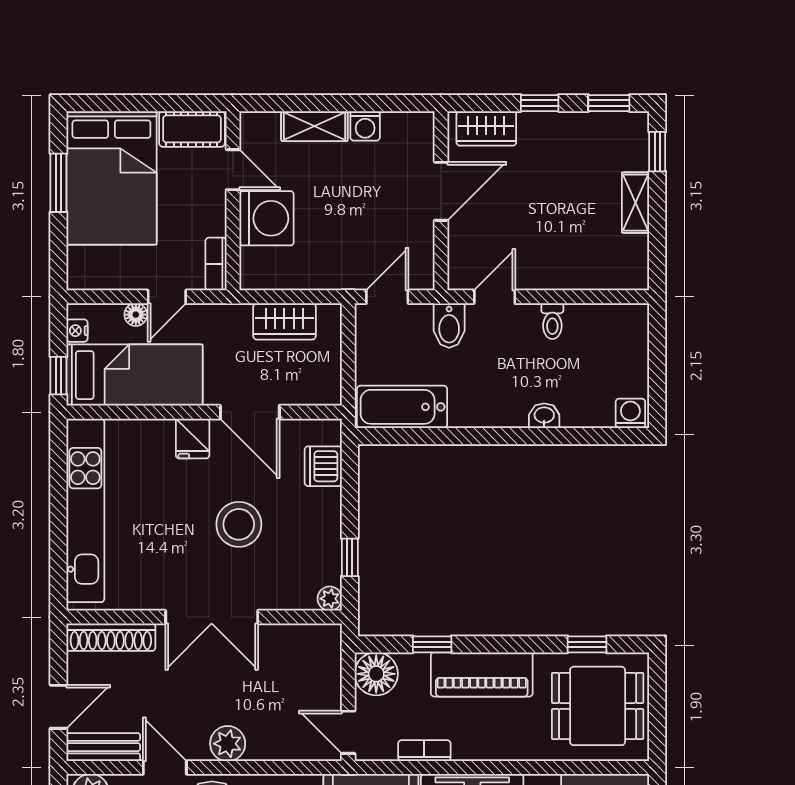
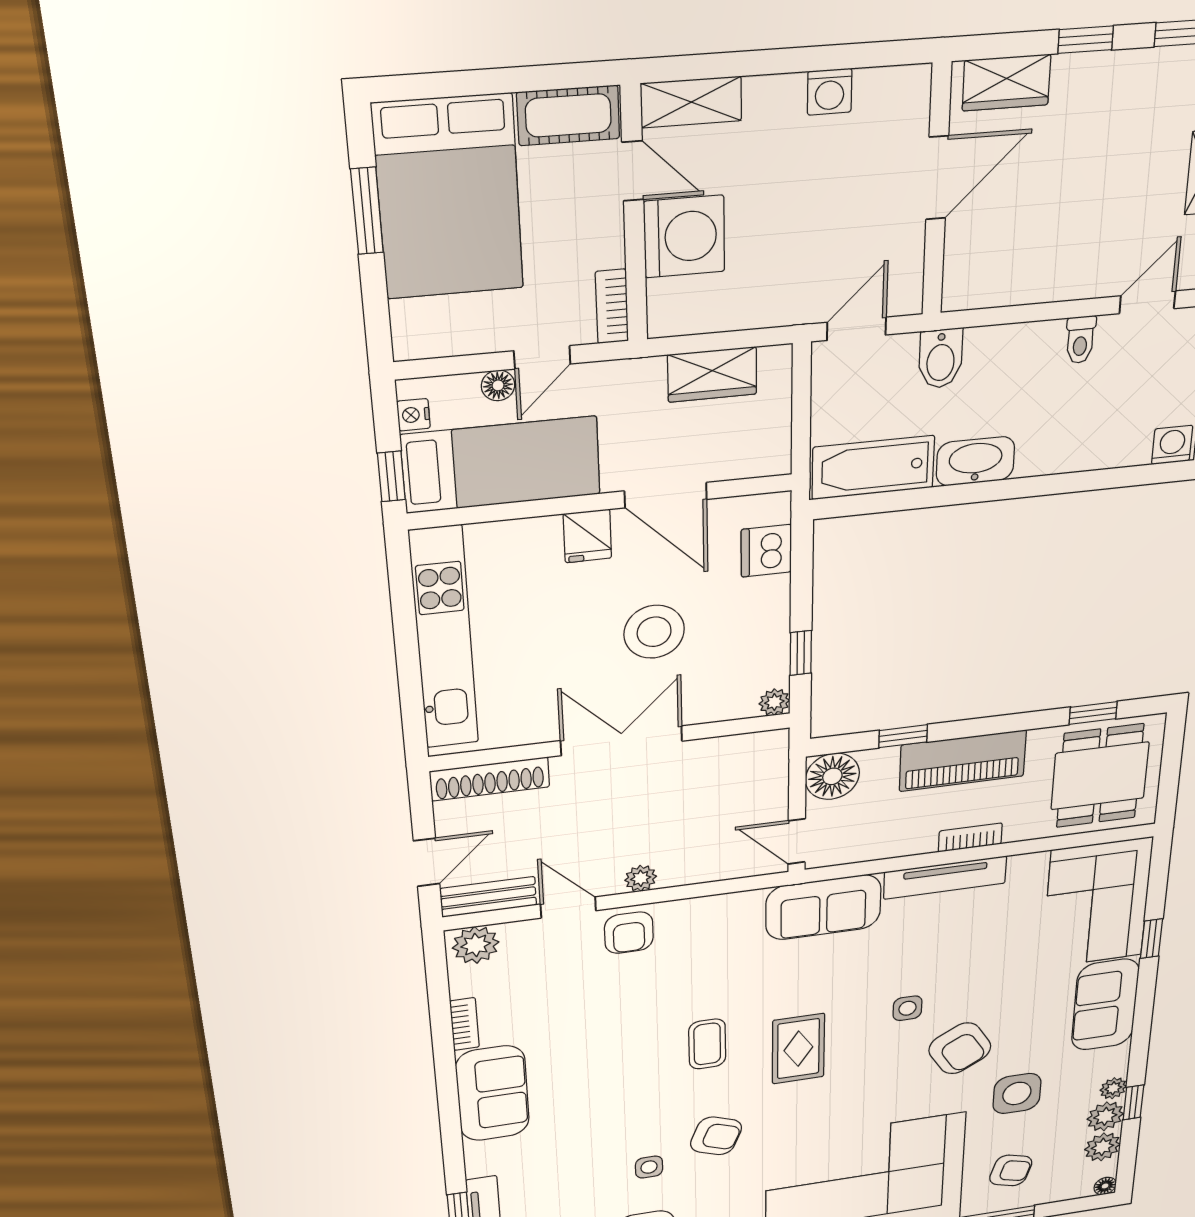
shelving: (314, 126) -> (691, 102), moved
door: (495, 297) -> (1147, 302), moved
washbasin: (544, 416) -> (975, 461), moved, width x1.91, depth x1.45
double door: (212, 617) -> (622, 741), swing flipped
dining table: (598, 706) -> (1100, 776), turned 90
plant: (228, 744) -> (641, 878), width x0.73, depth x0.73
bookcase: (424, 751) -> (970, 838), moved

